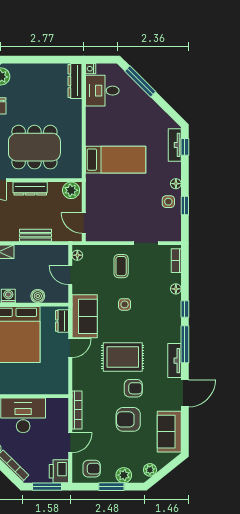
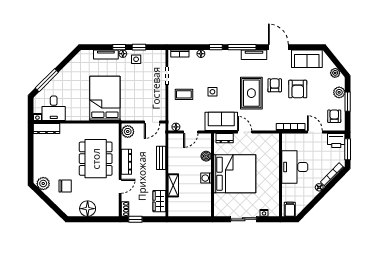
tv unit: (175, 145) -> (106, 55), moved
window: (185, 147) -> (119, 47), moved
bed: (116, 160) -> (105, 98), width x1.50

